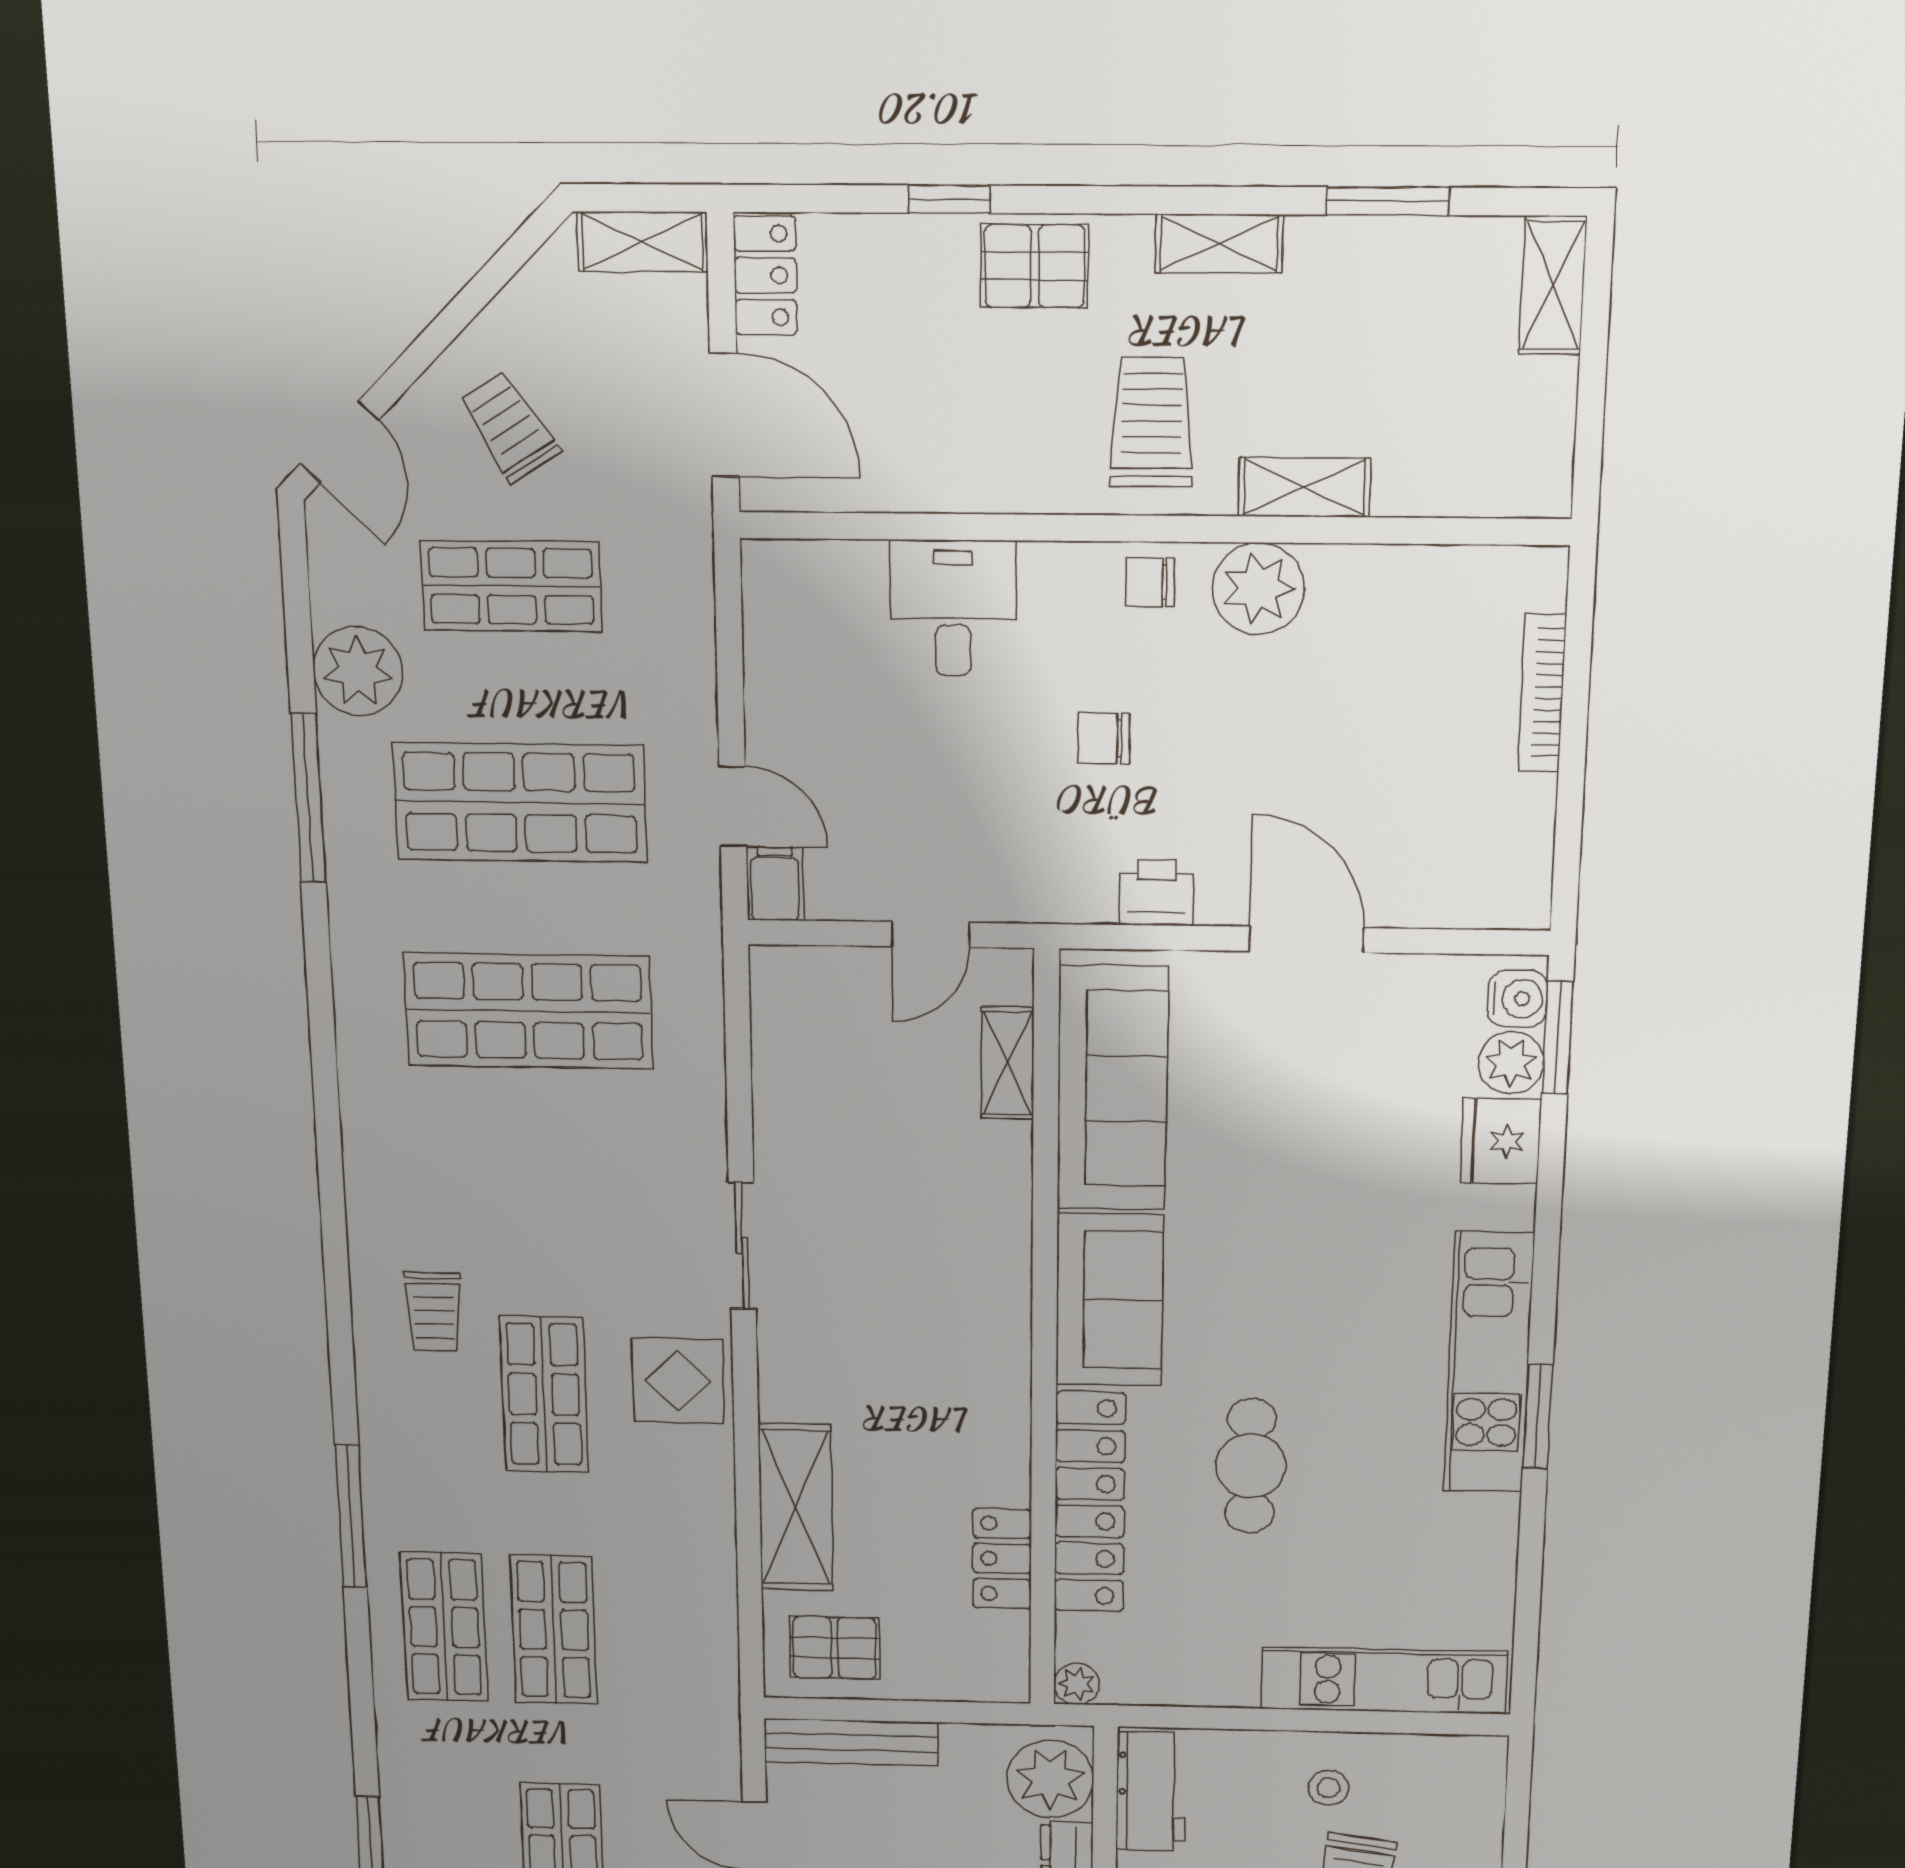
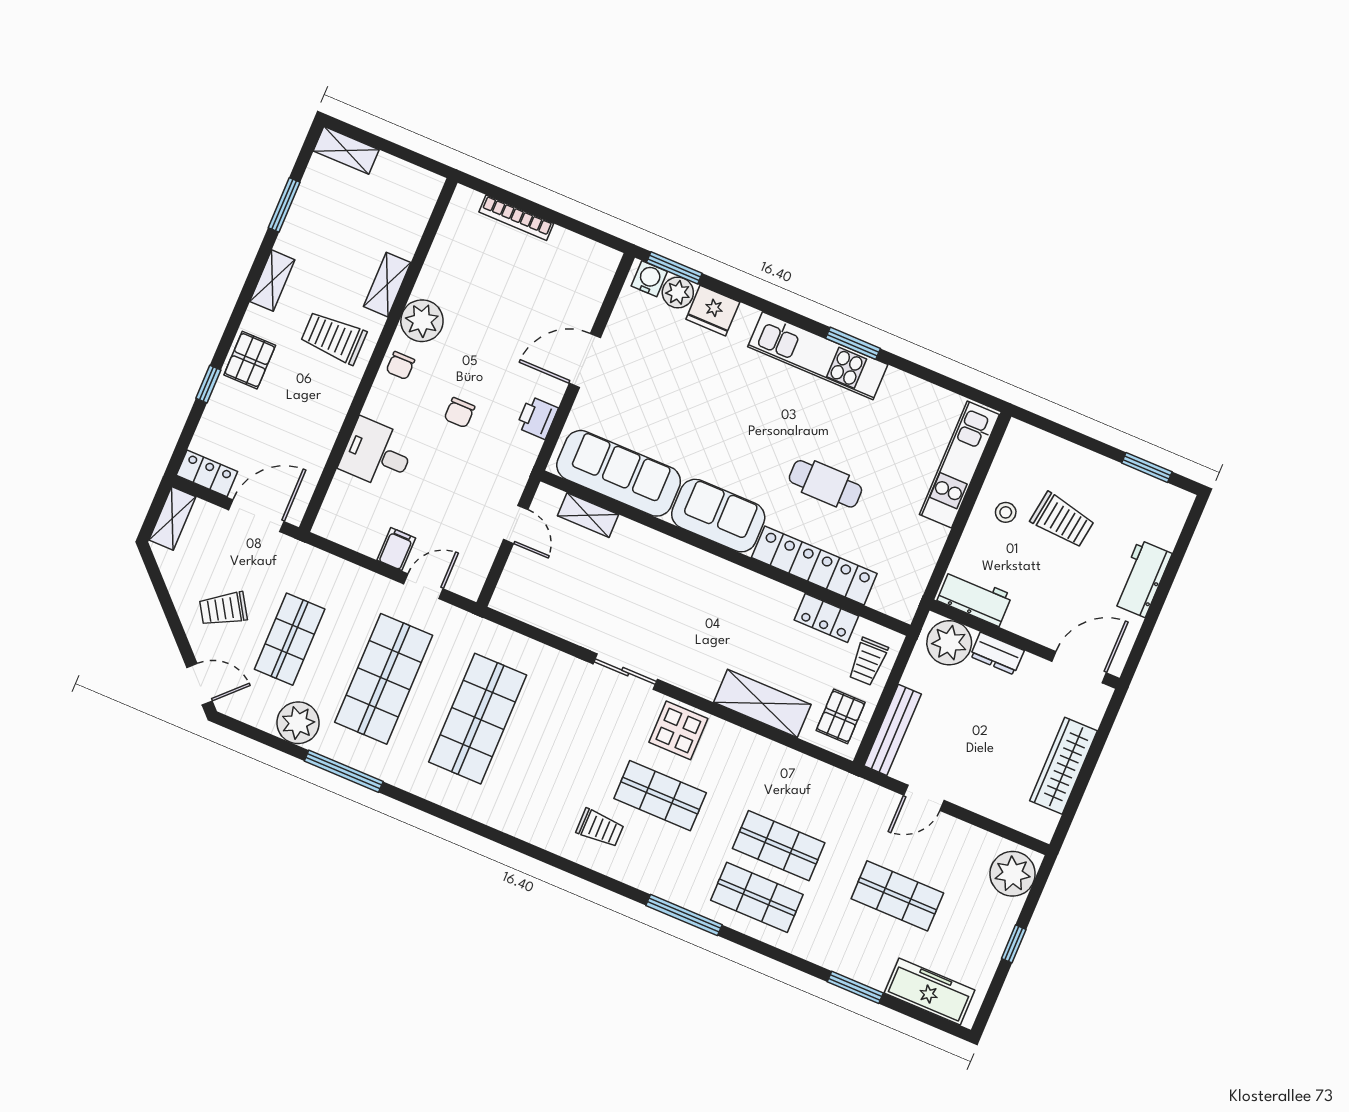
filing cabinet: (775, 884) -> (396, 549), moved, turned 90
trolley: (955, 1657) -> (868, 662), added
plant: (1077, 1684) -> (904, 610), removed

